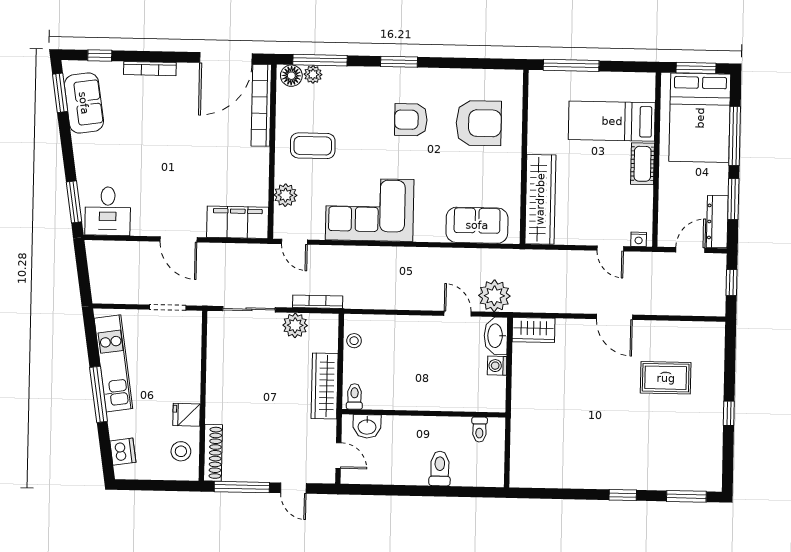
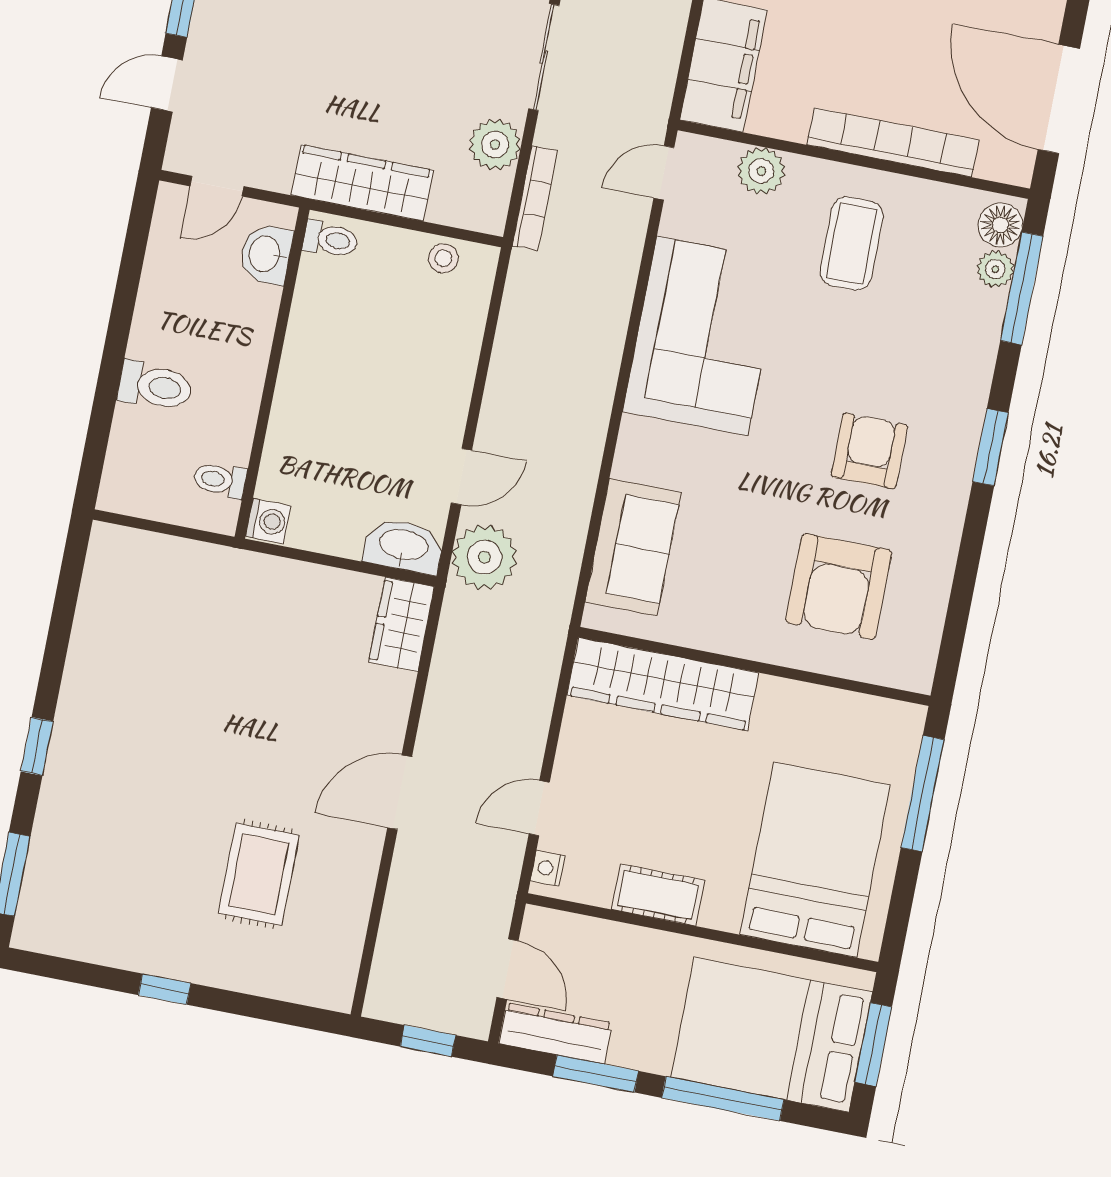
bookcase: (261, 105) -> (893, 142), moved
bed: (612, 121) -> (815, 860), width x1.50
cot: (643, 164) -> (658, 895), moved
washing machine: (497, 366) -> (268, 521), moved, turned 90

